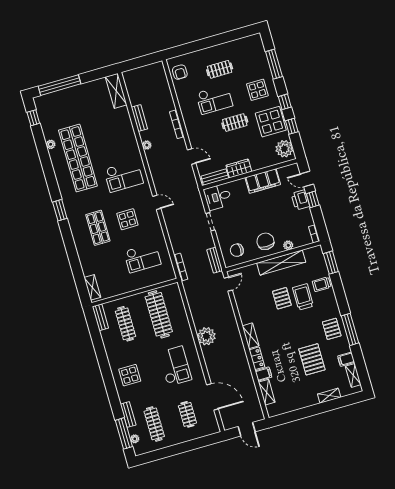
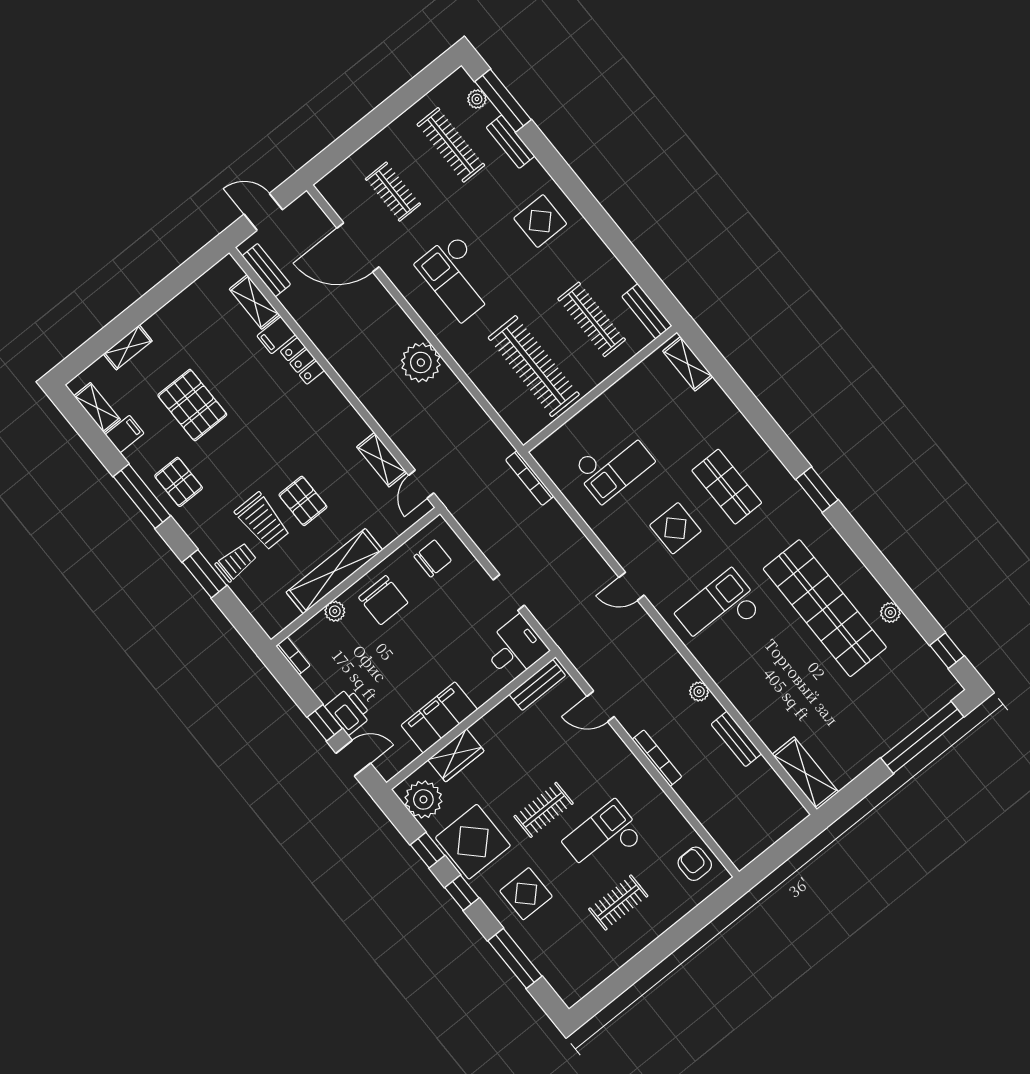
wardrobe: (239, 168) -> (456, 755), moved
checkout: (142, 258) -> (613, 464), turned 180
bench: (215, 260) -> (266, 270), moved
window: (331, 263) -> (205, 574), moved
shelving: (251, 336) -> (382, 460), moved

